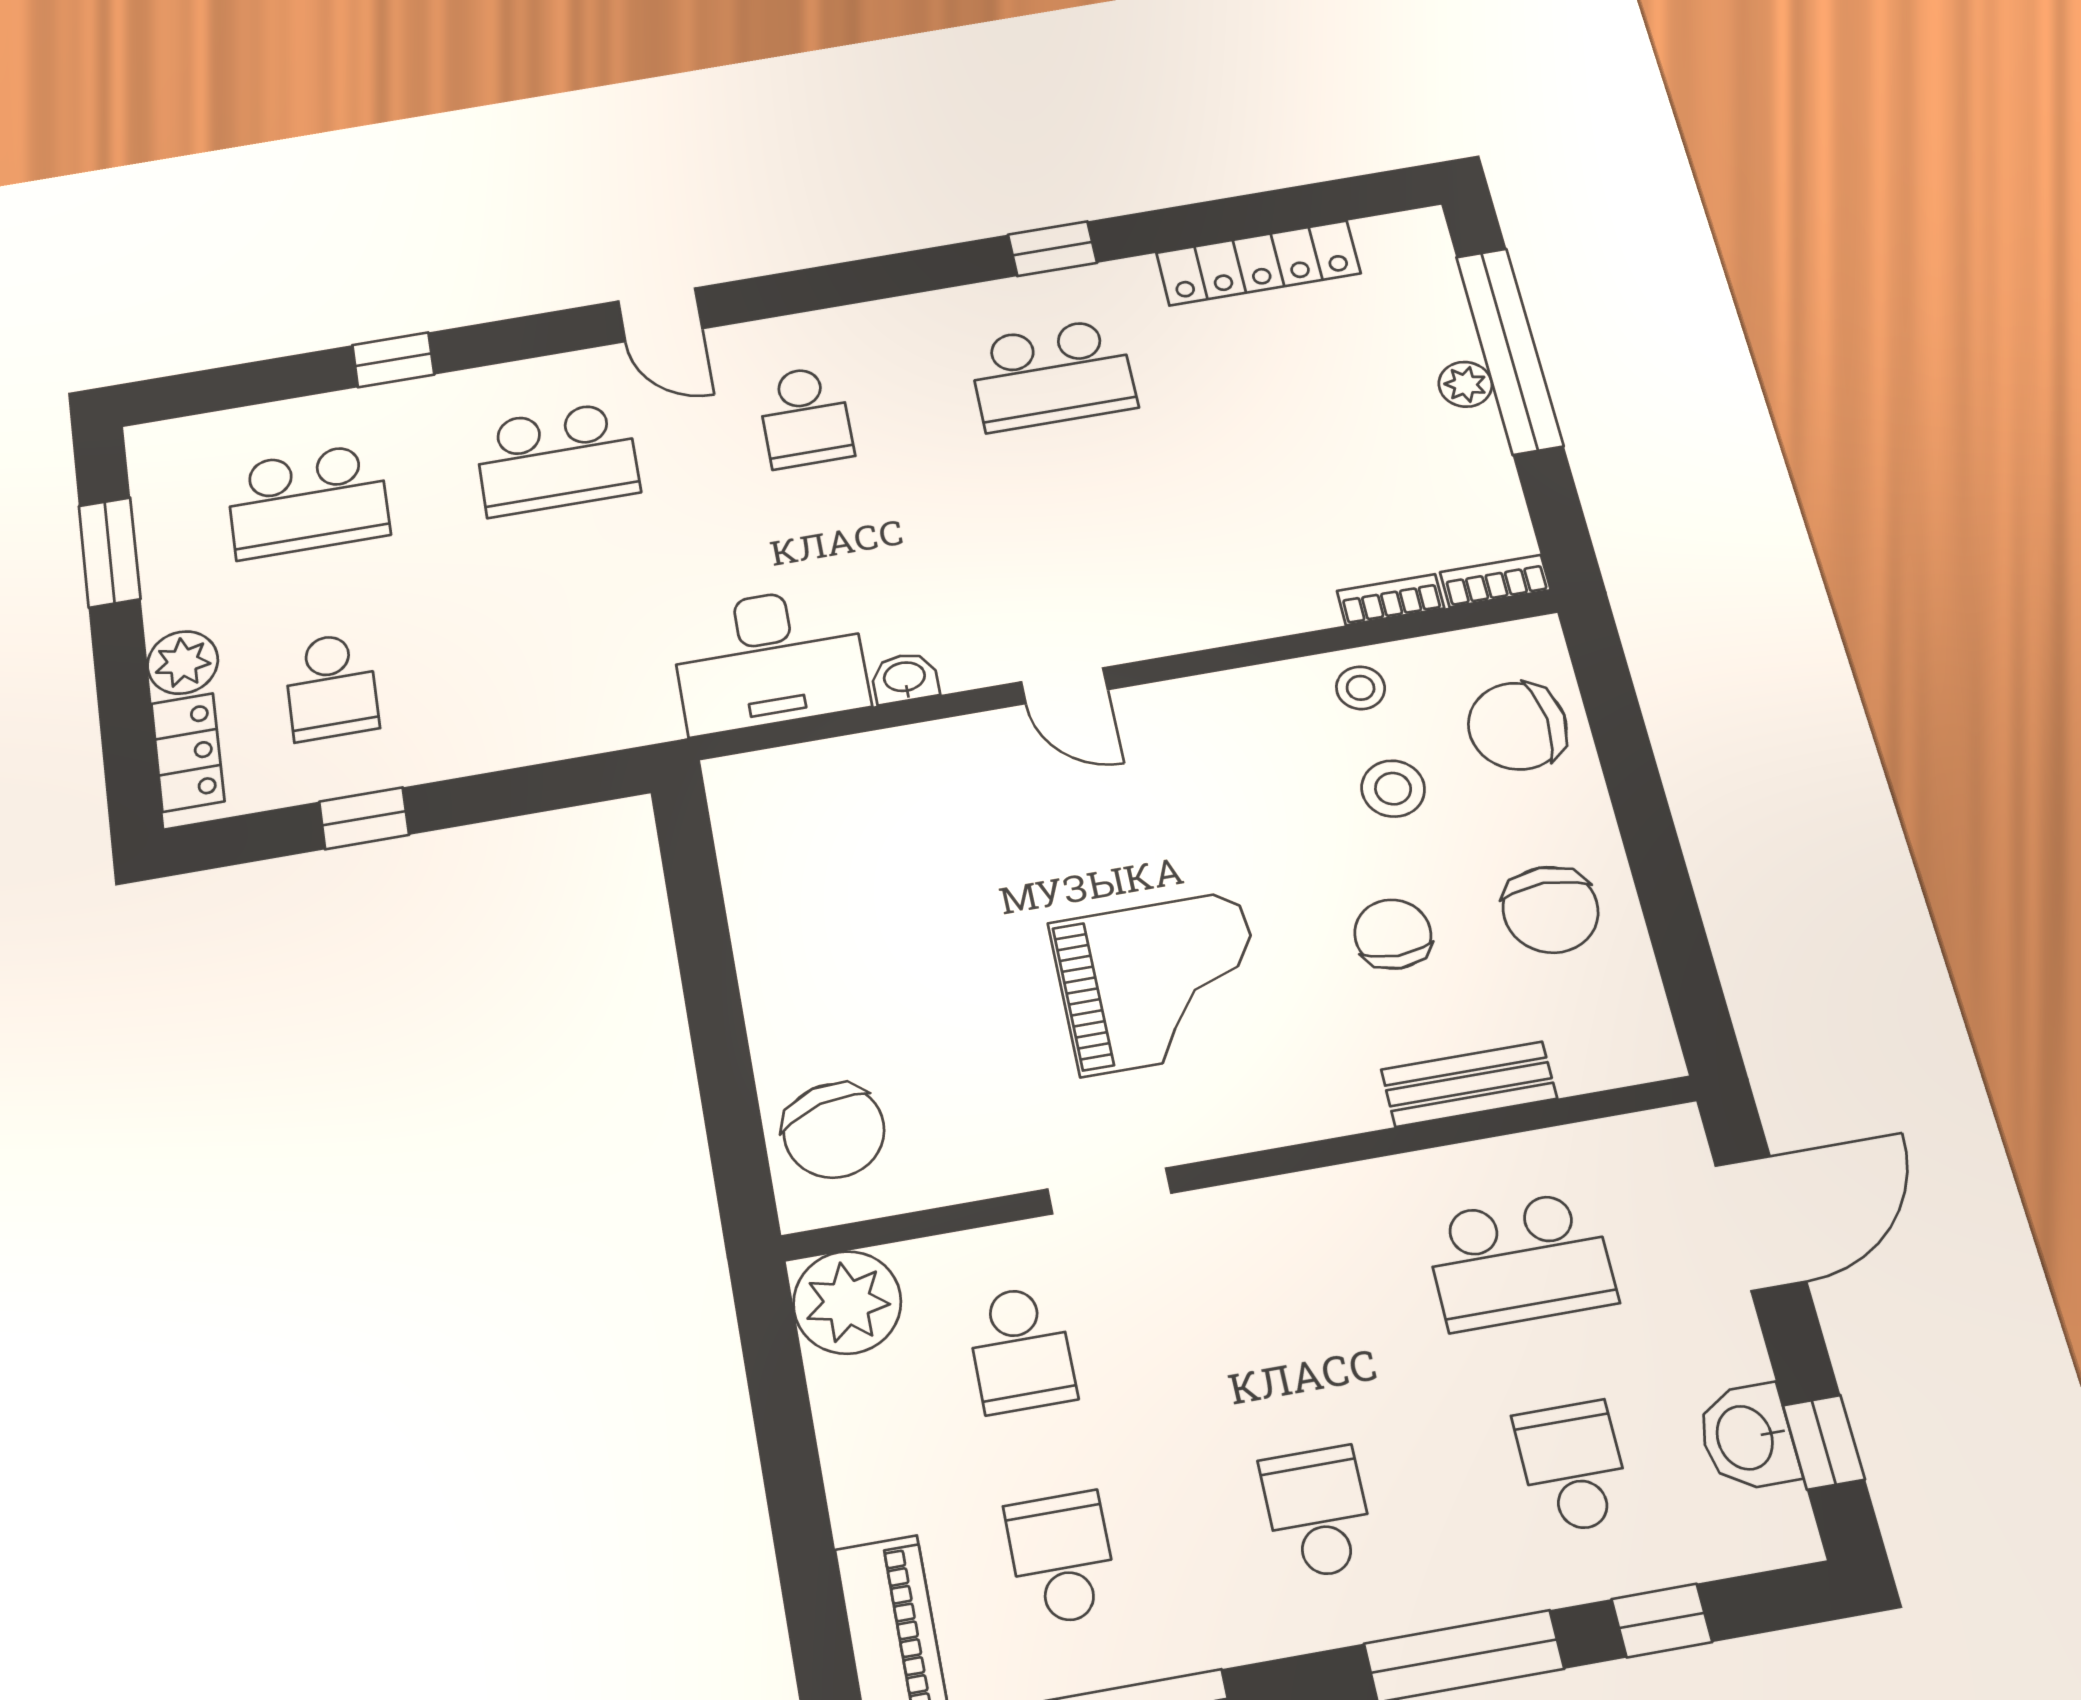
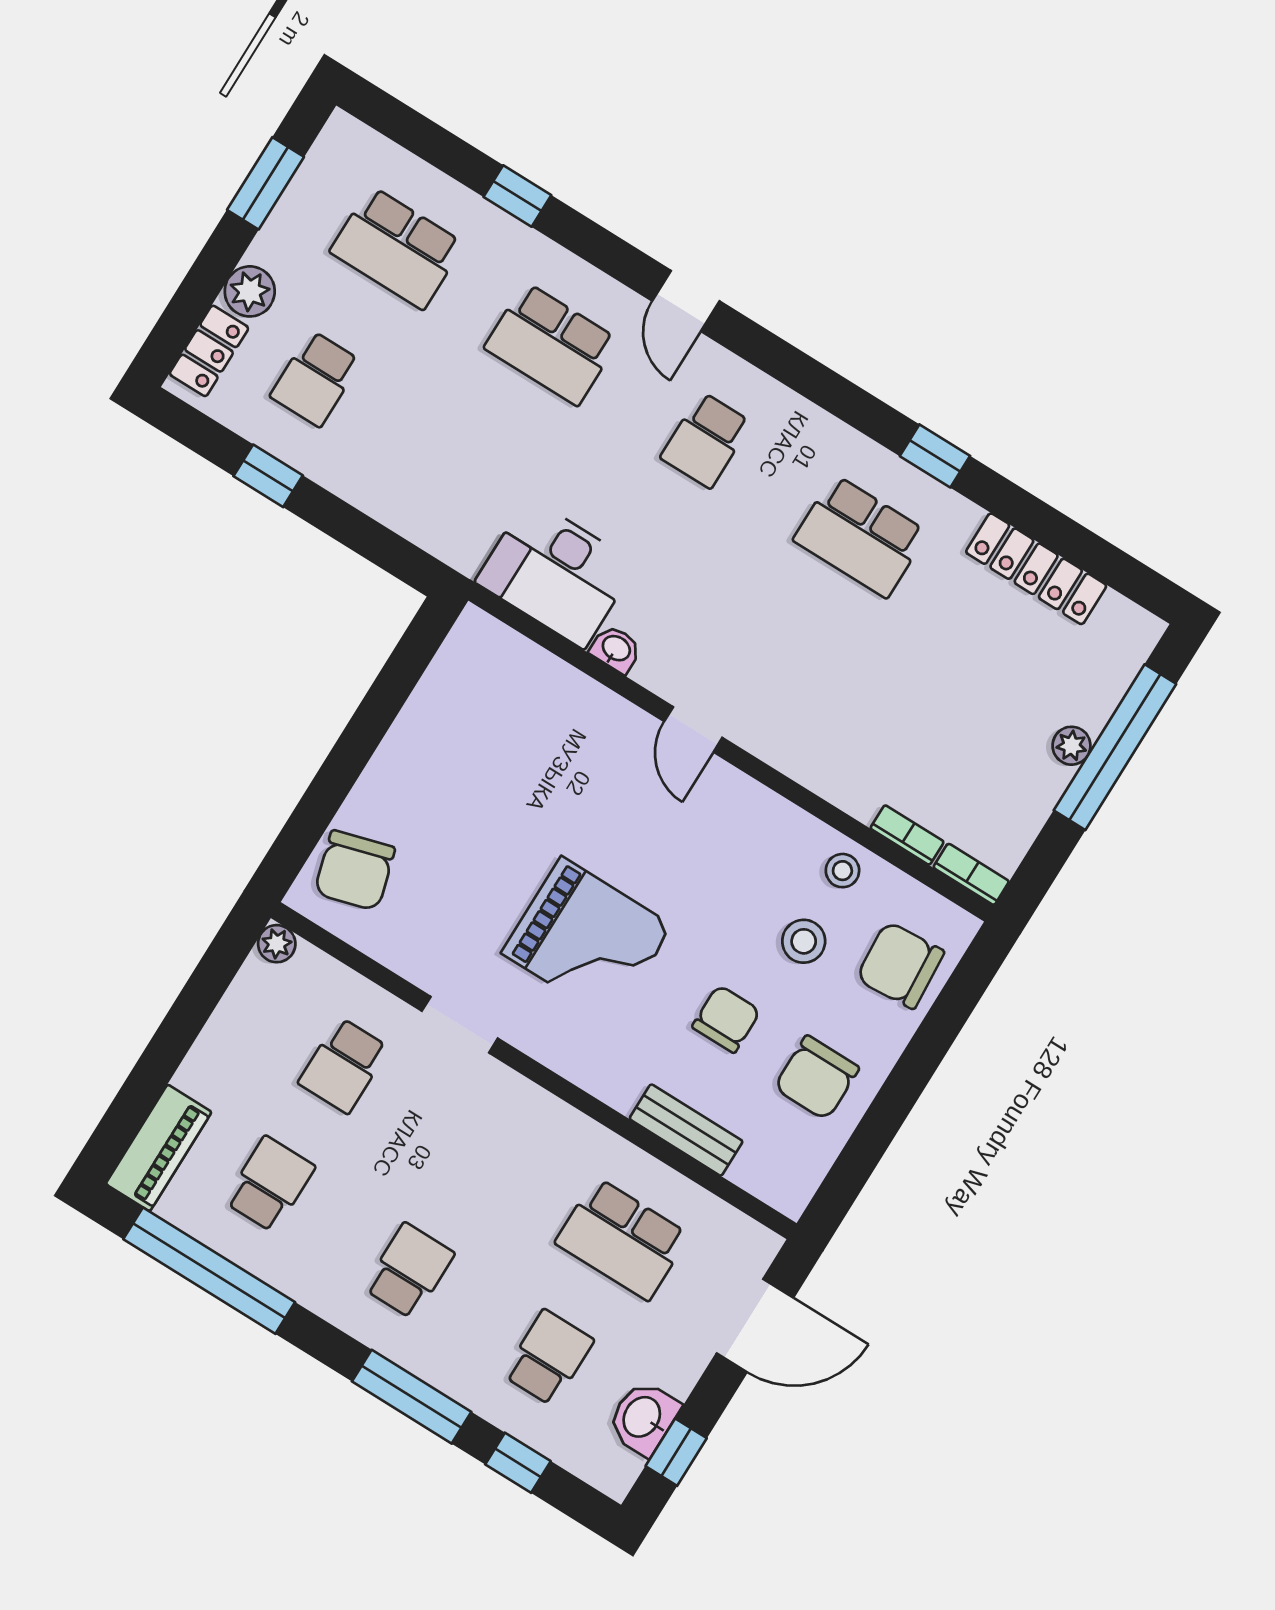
plant: (847, 1302) -> (277, 944), width x0.53, depth x0.53

